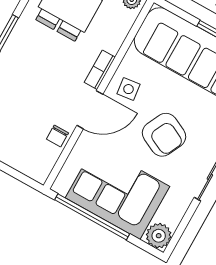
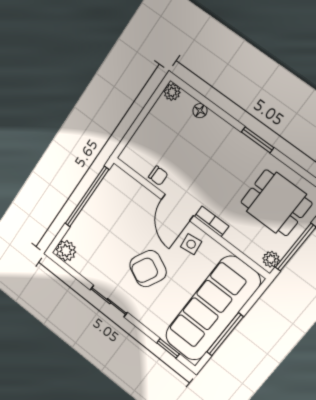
chair: (57, 136) -> (158, 176), turned 180
corner sofa: (117, 192) -> (105, 222), removed

